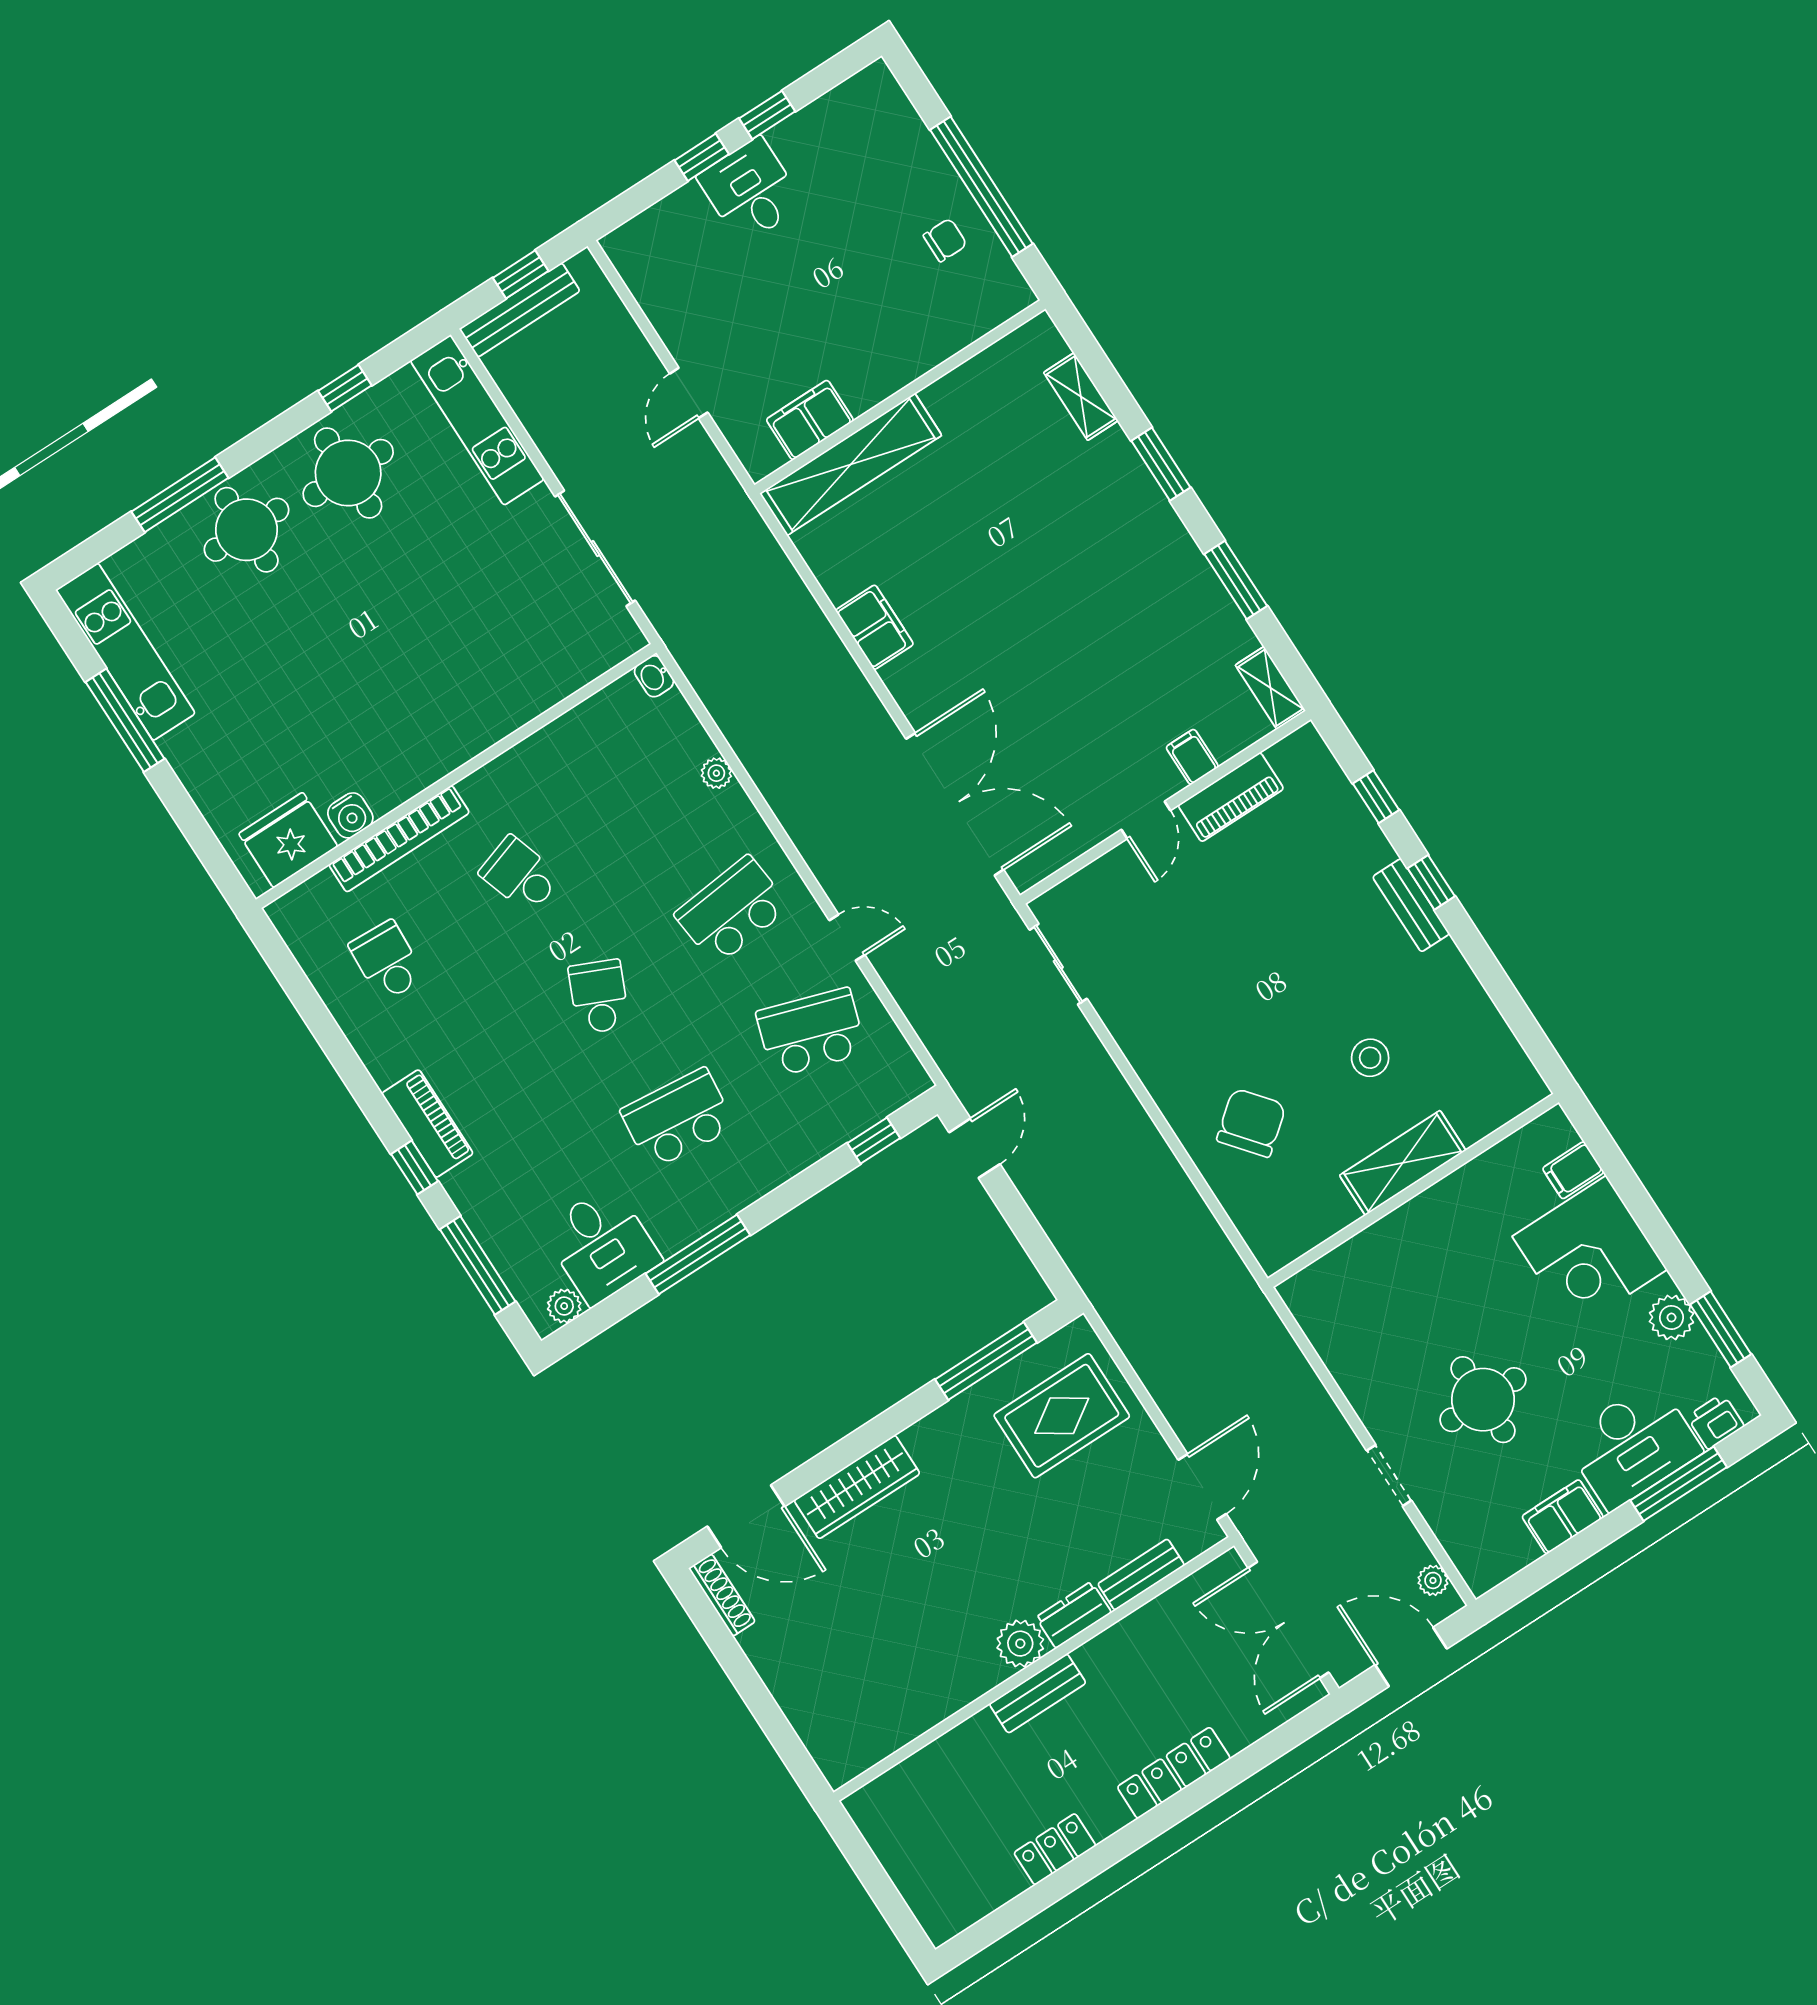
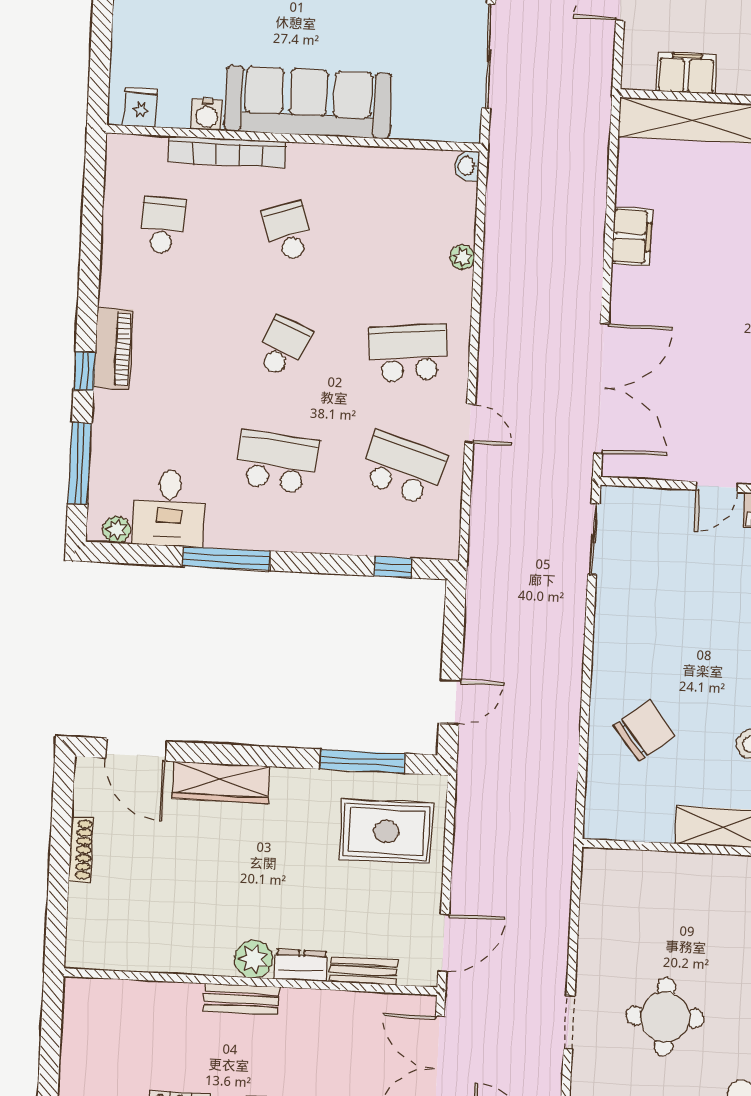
sofa: (445, 728) -> (308, 102), added
fridge: (288, 840) -> (141, 107), width x0.53, depth x0.75
door: (974, 1148) -> (450, 702), moved
shoe rack: (722, 1595) -> (81, 849), moved

